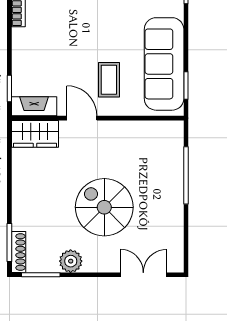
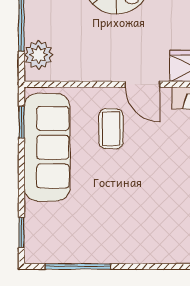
plant: (171, 143) -> (38, 55), added

